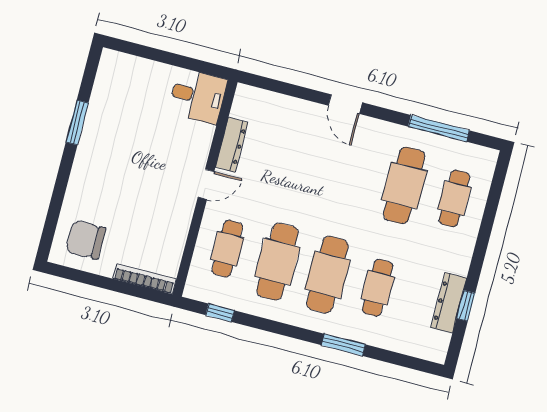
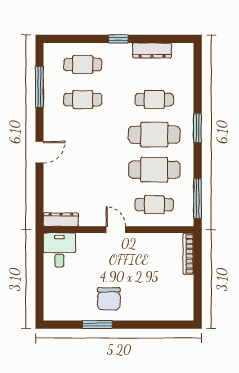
dresser: (232, 145) -> (61, 220), moved
cafe table: (404, 185) -> (83, 100), width x0.73, depth x0.74
chair: (86, 240) -> (109, 299), moved
window: (466, 306) -> (118, 39), moved
window: (220, 313) -> (198, 199), width x2.17
window: (343, 345) -> (198, 128), moved

